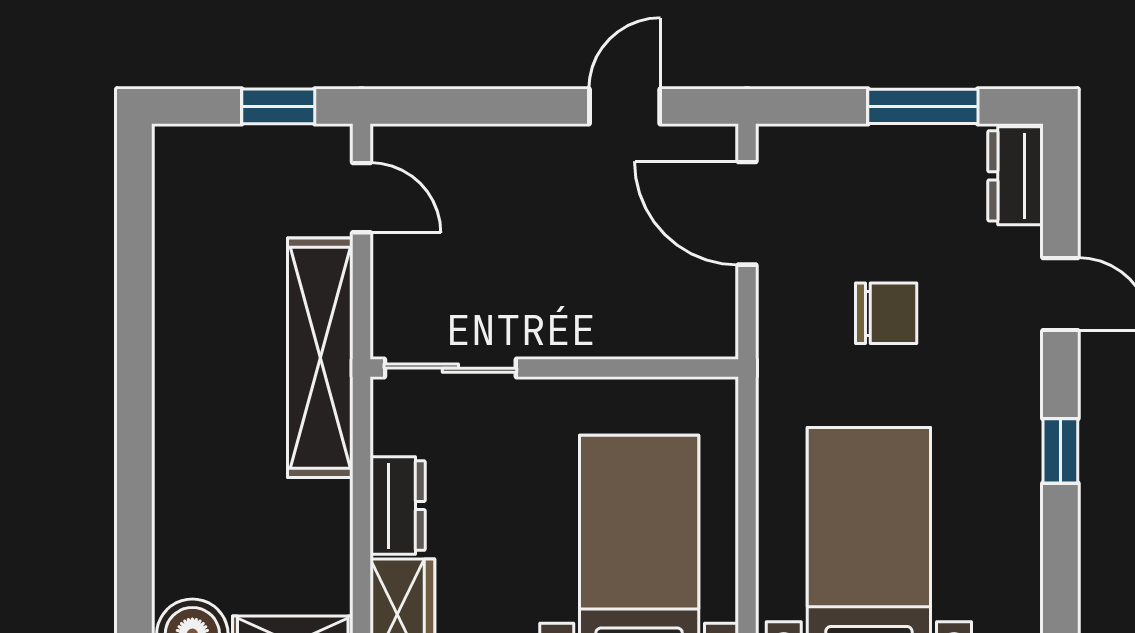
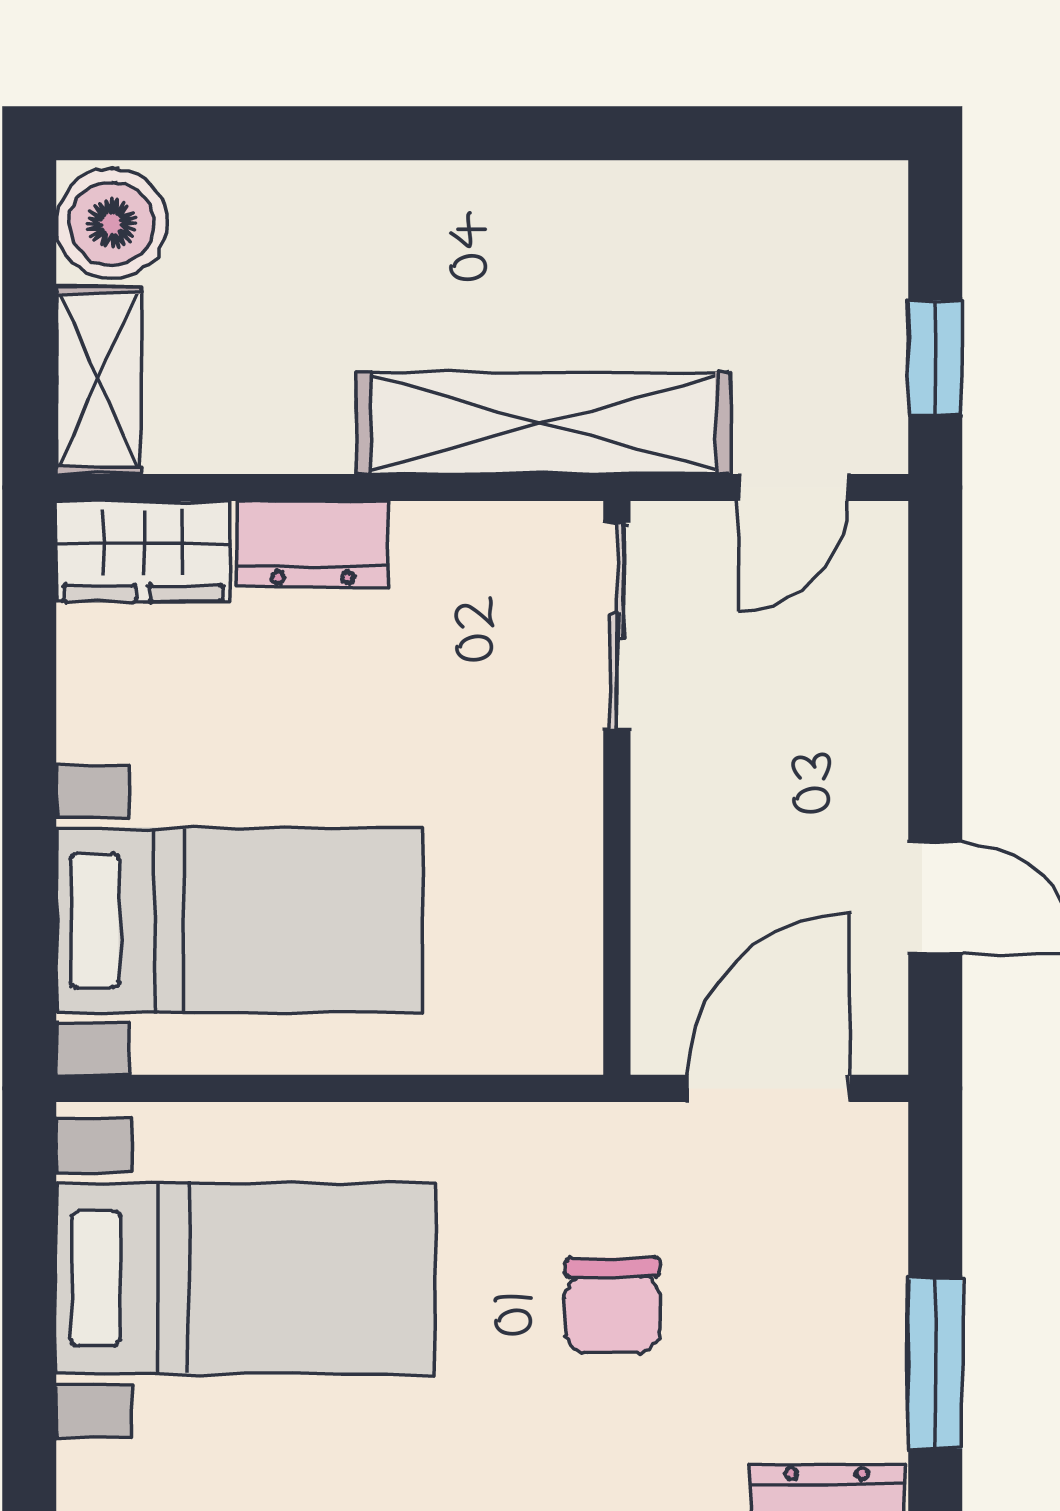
sliding door: (450, 368) -> (617, 626), moved
wall: (554, 368) -> (617, 788), moved

